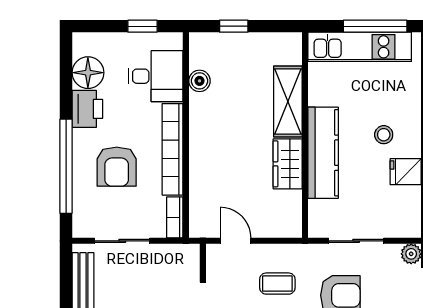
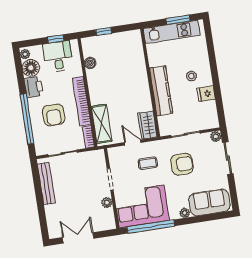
window: (375, 26) -> (178, 20), width x0.69
plant: (81, 46) -> (25, 54), added
desk: (156, 76) -> (58, 57), moved, turned -90
shelving: (288, 101) -> (102, 124), moved
wardrobe: (288, 164) -> (147, 125), moved
door: (235, 241) -> (133, 143), moved

